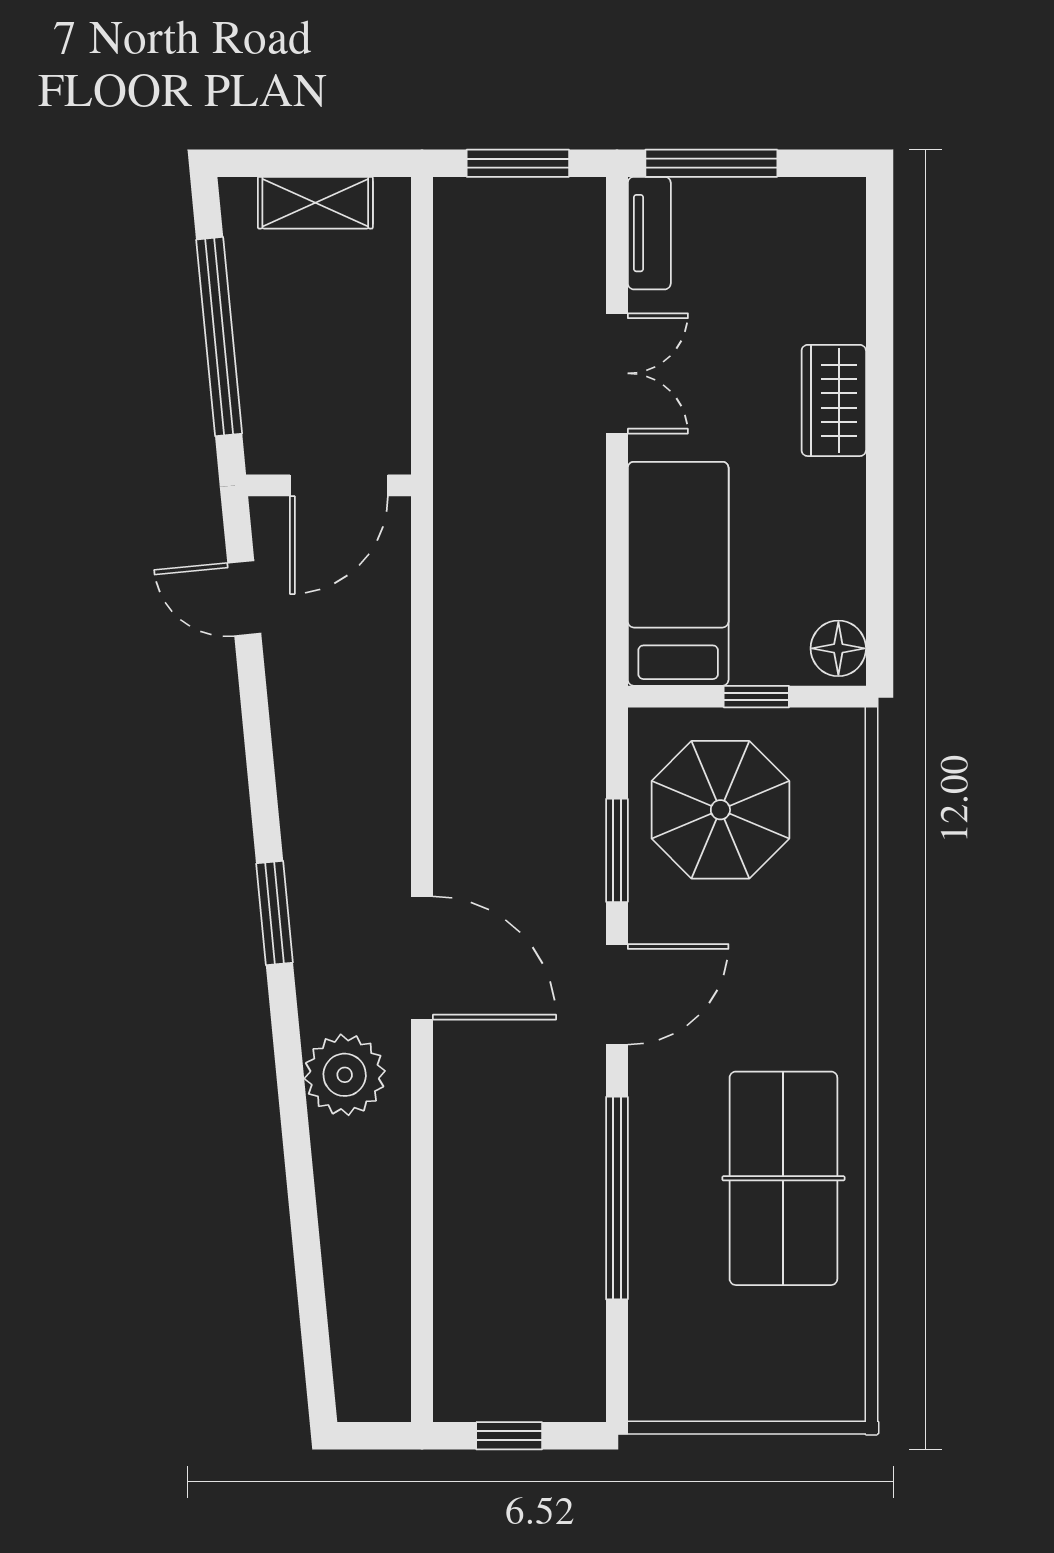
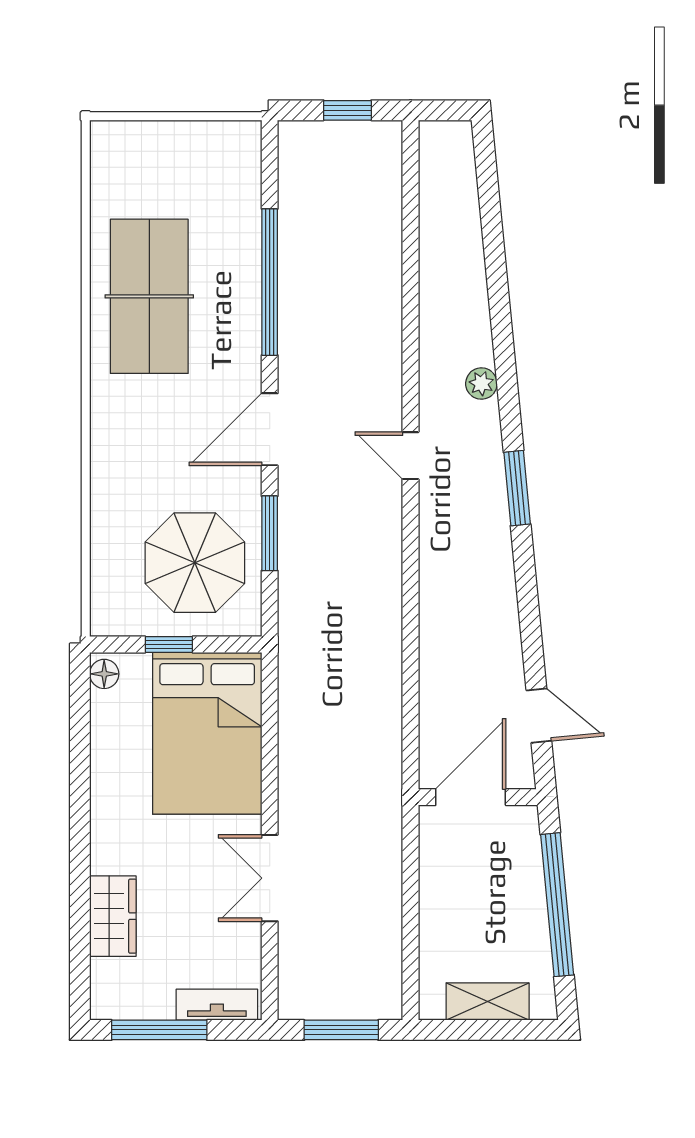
window: (711, 163) -> (159, 1030), moved
tv unit: (649, 233) -> (217, 1005), moved, turned 90
wardrobe: (834, 400) -> (113, 916), moved
bed: (678, 574) -> (207, 733), width x1.50
floor lamp: (838, 648) -> (104, 674), width x0.73, depth x0.73
door: (422, 958) -> (410, 456), width x0.53
plant: (345, 1075) -> (481, 384), width x0.53, depth x0.53

